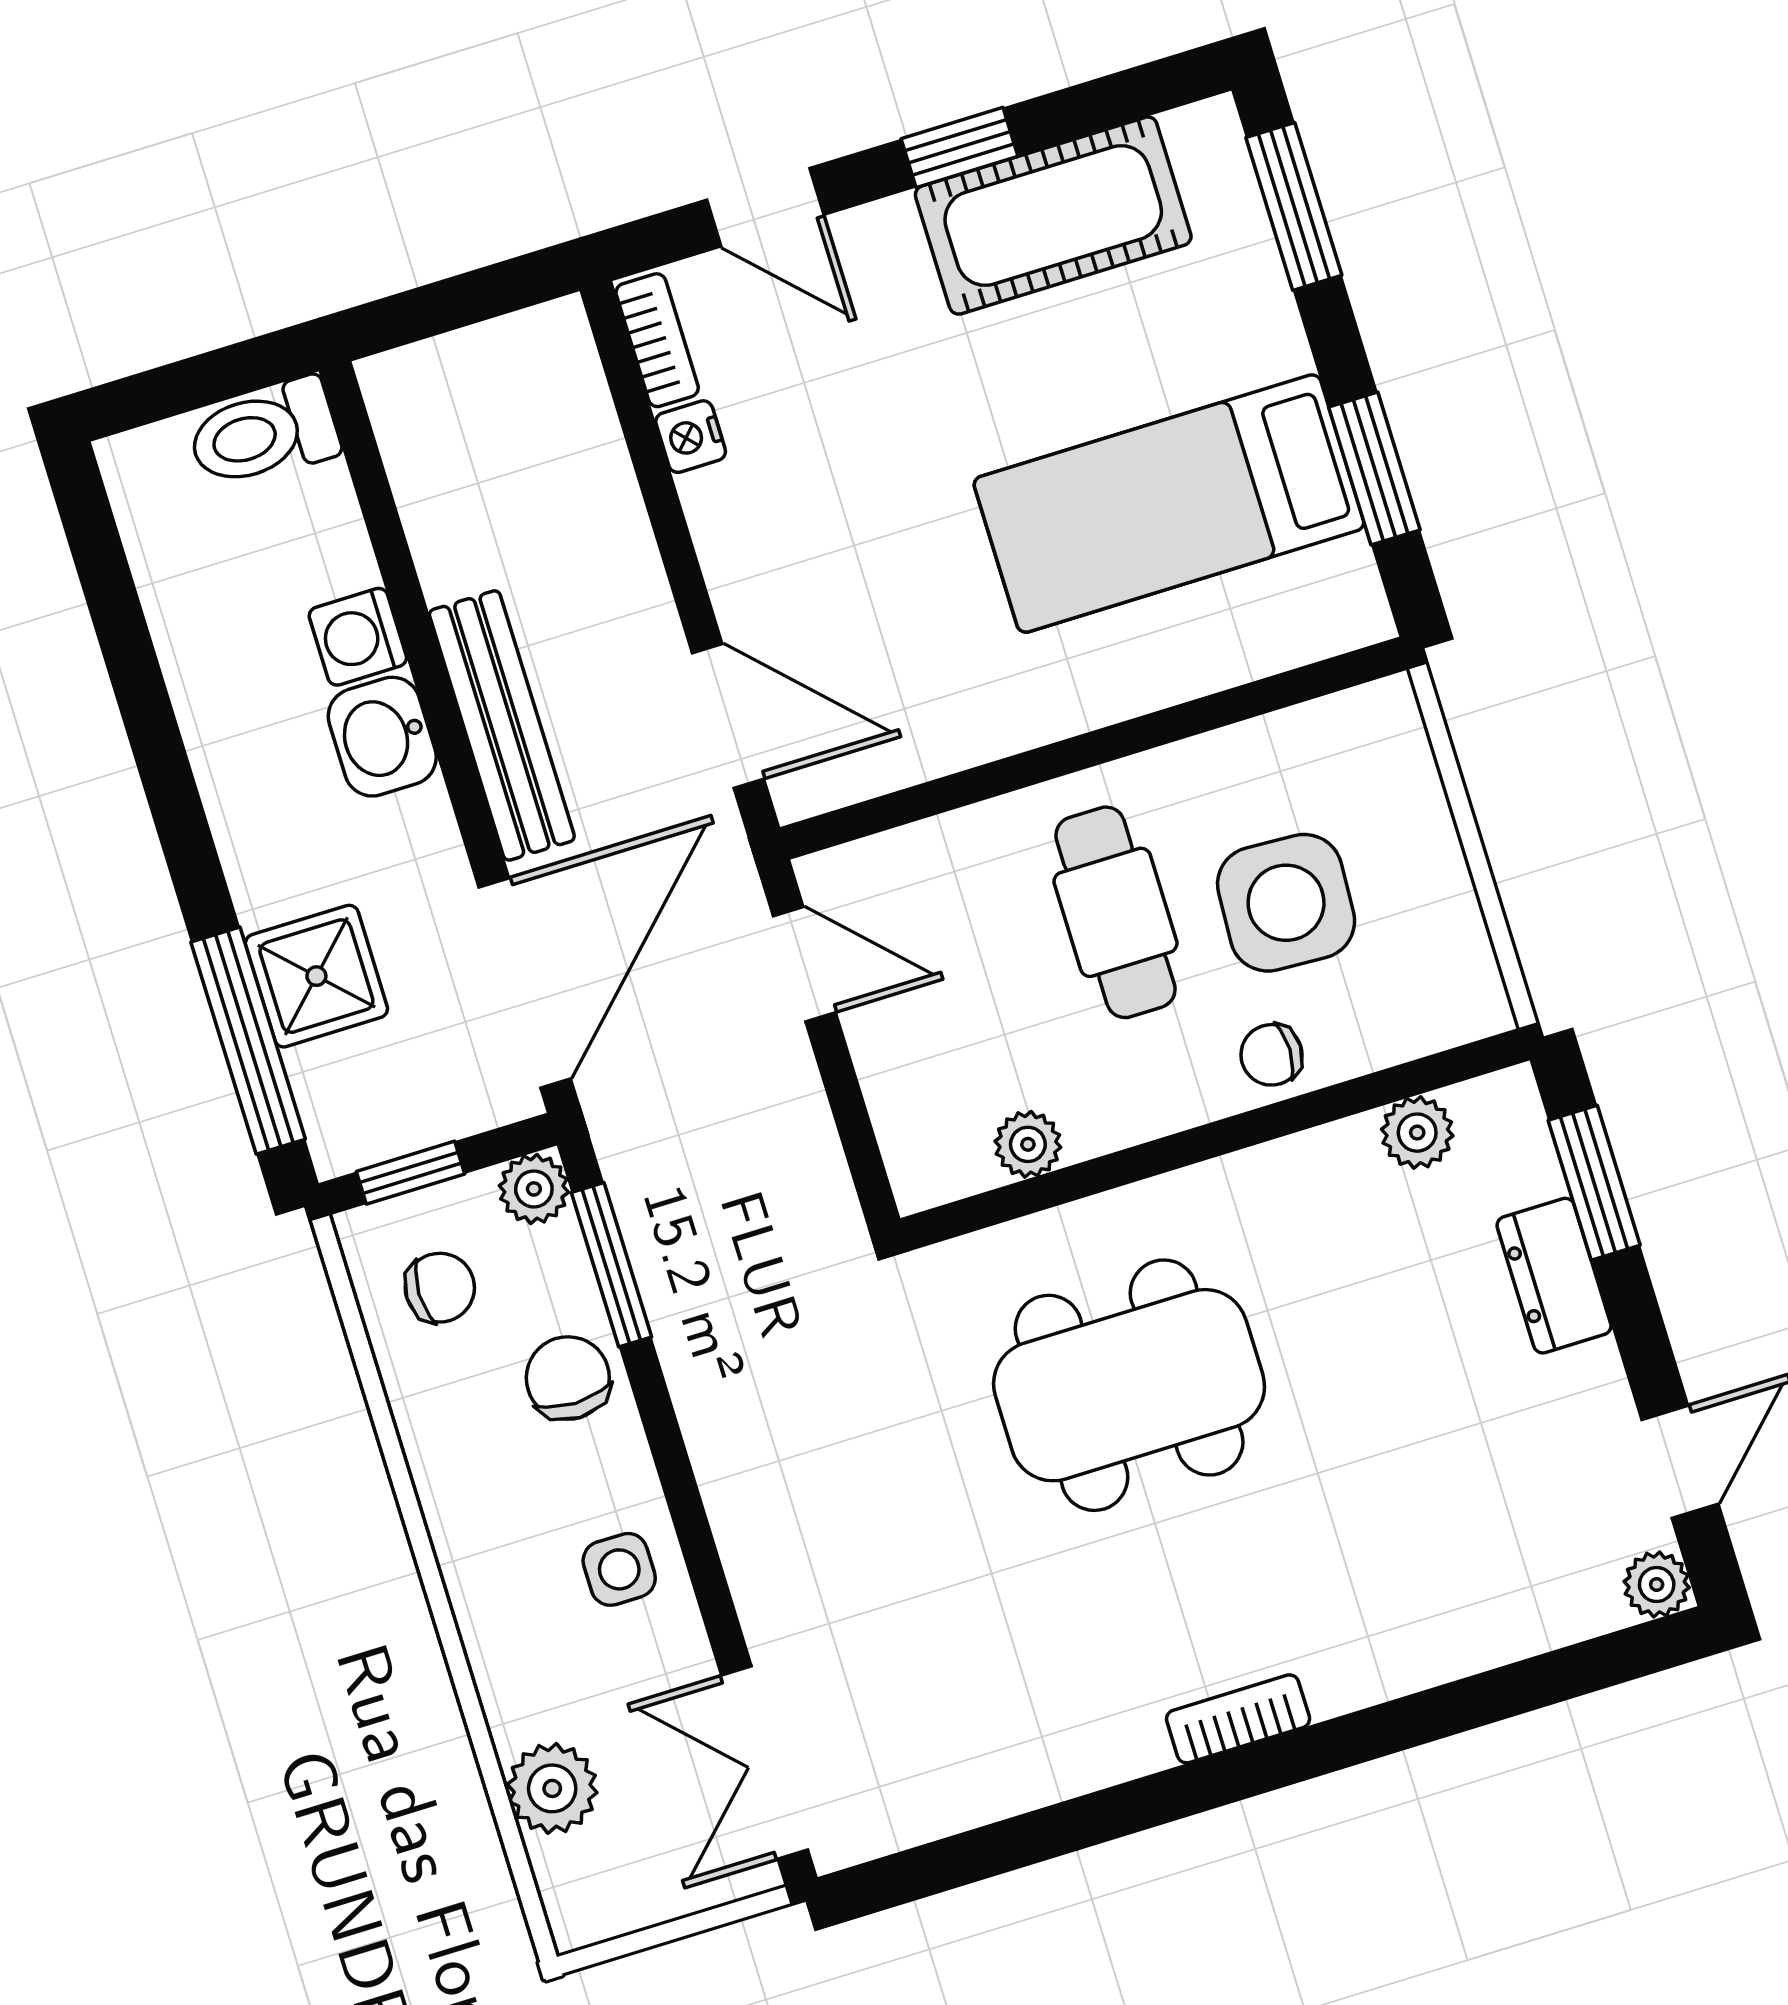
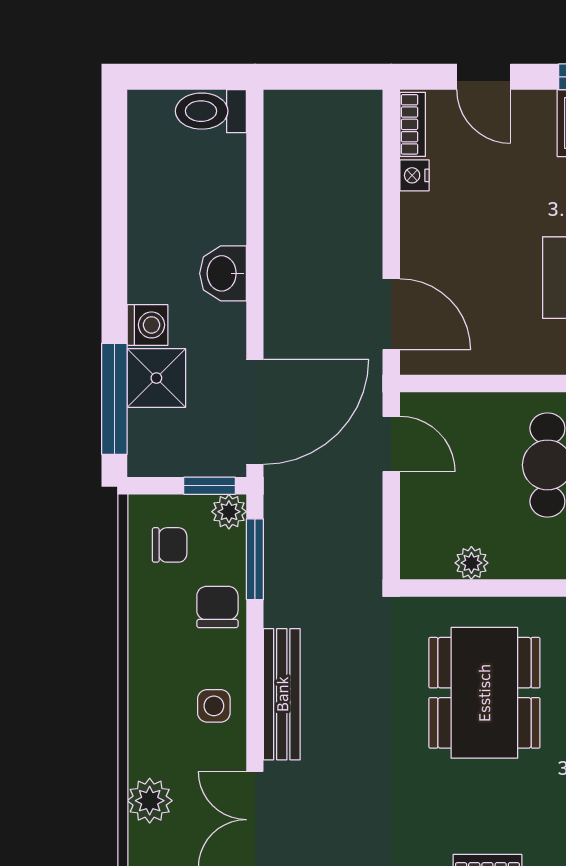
washing machine: (358, 637) -> (147, 325), moved, turned 180
bench: (502, 725) -> (282, 694), moved
window: (411, 1173) -> (210, 486), moved
dining table: (1129, 1385) -> (484, 693), turned 90

